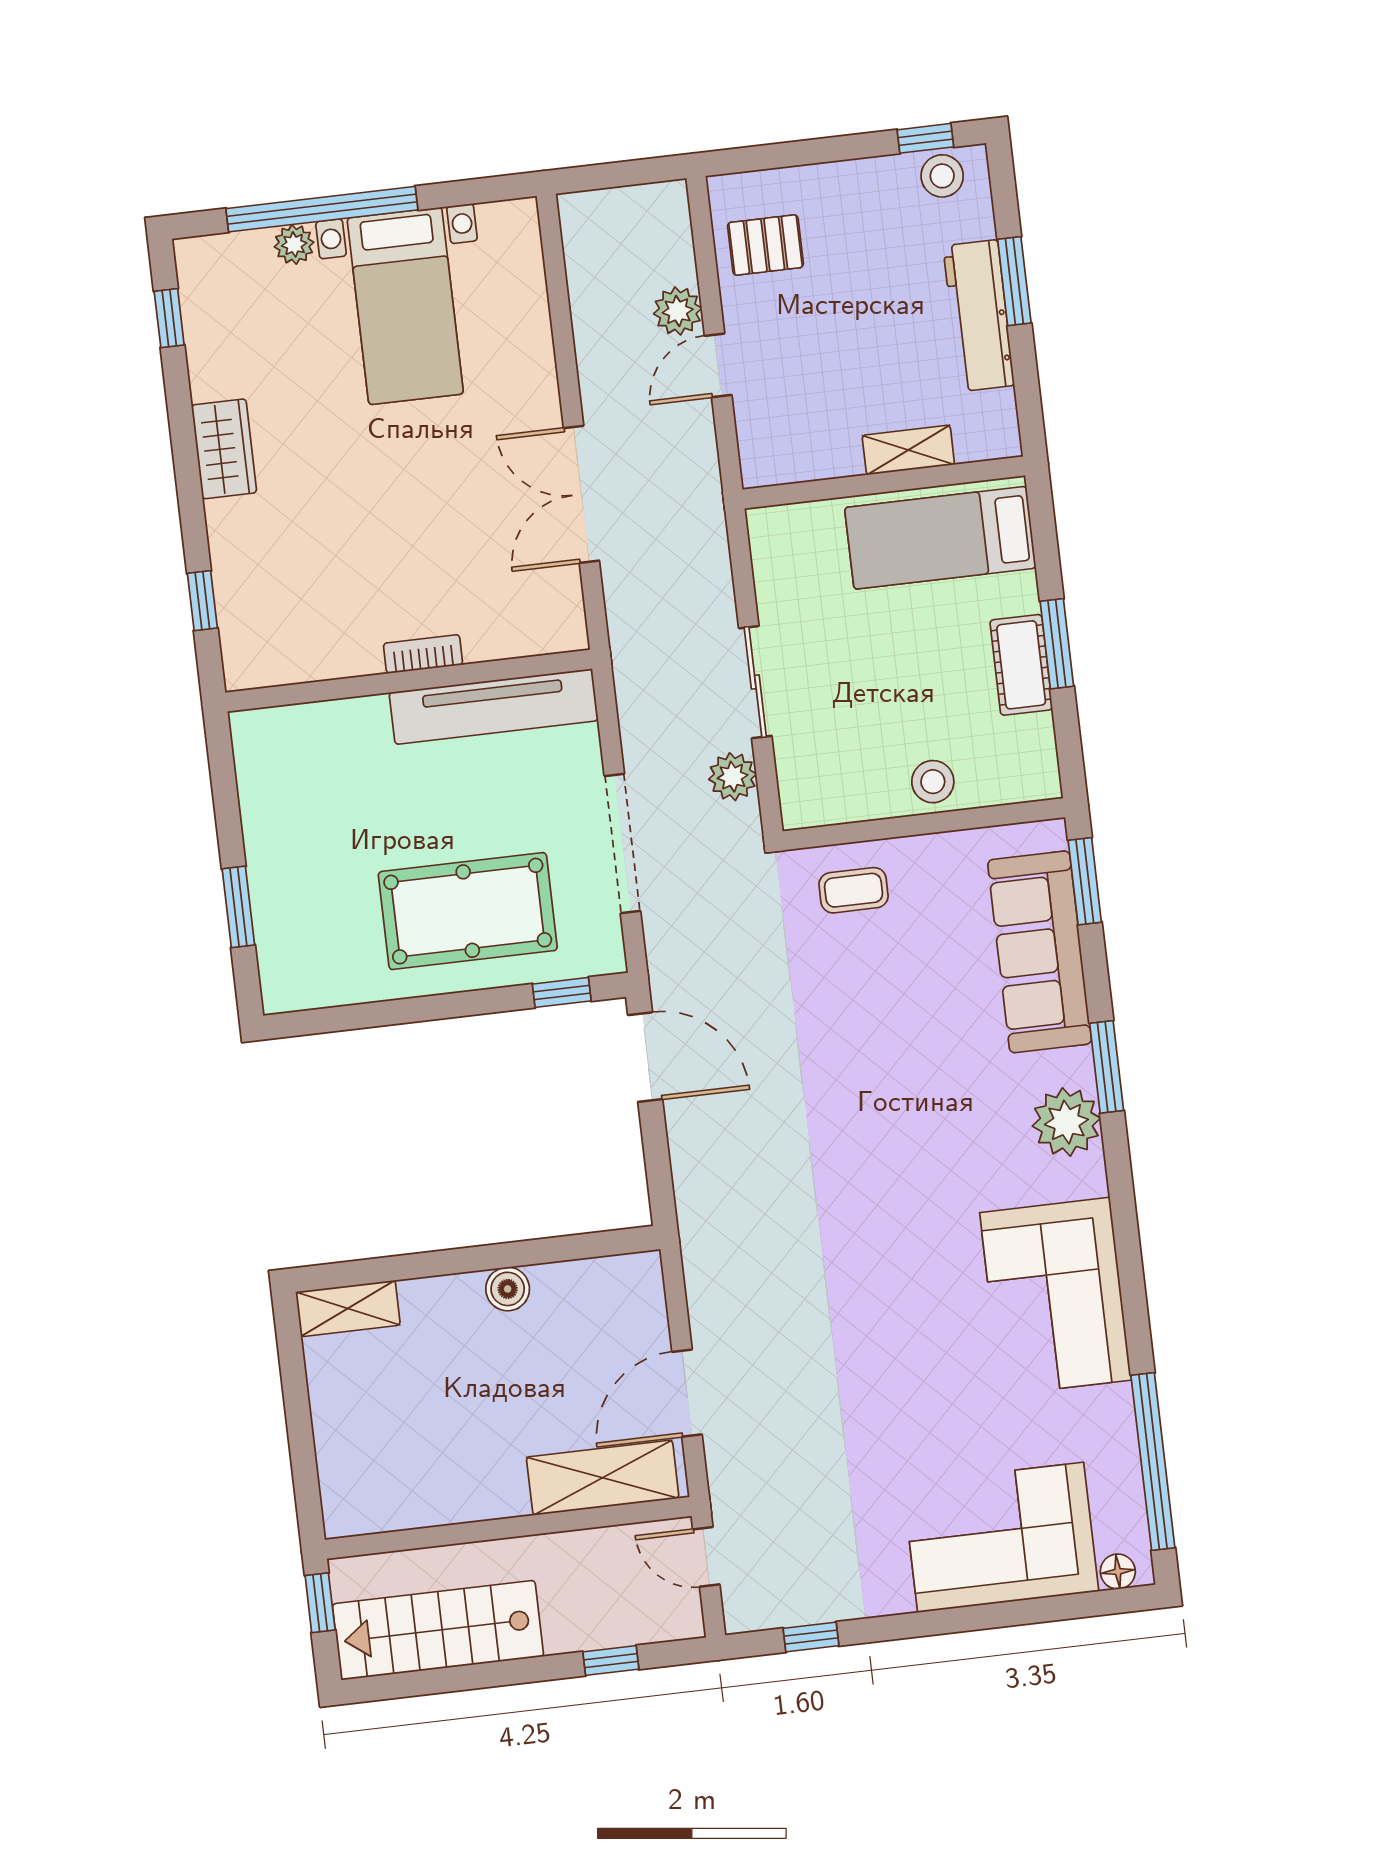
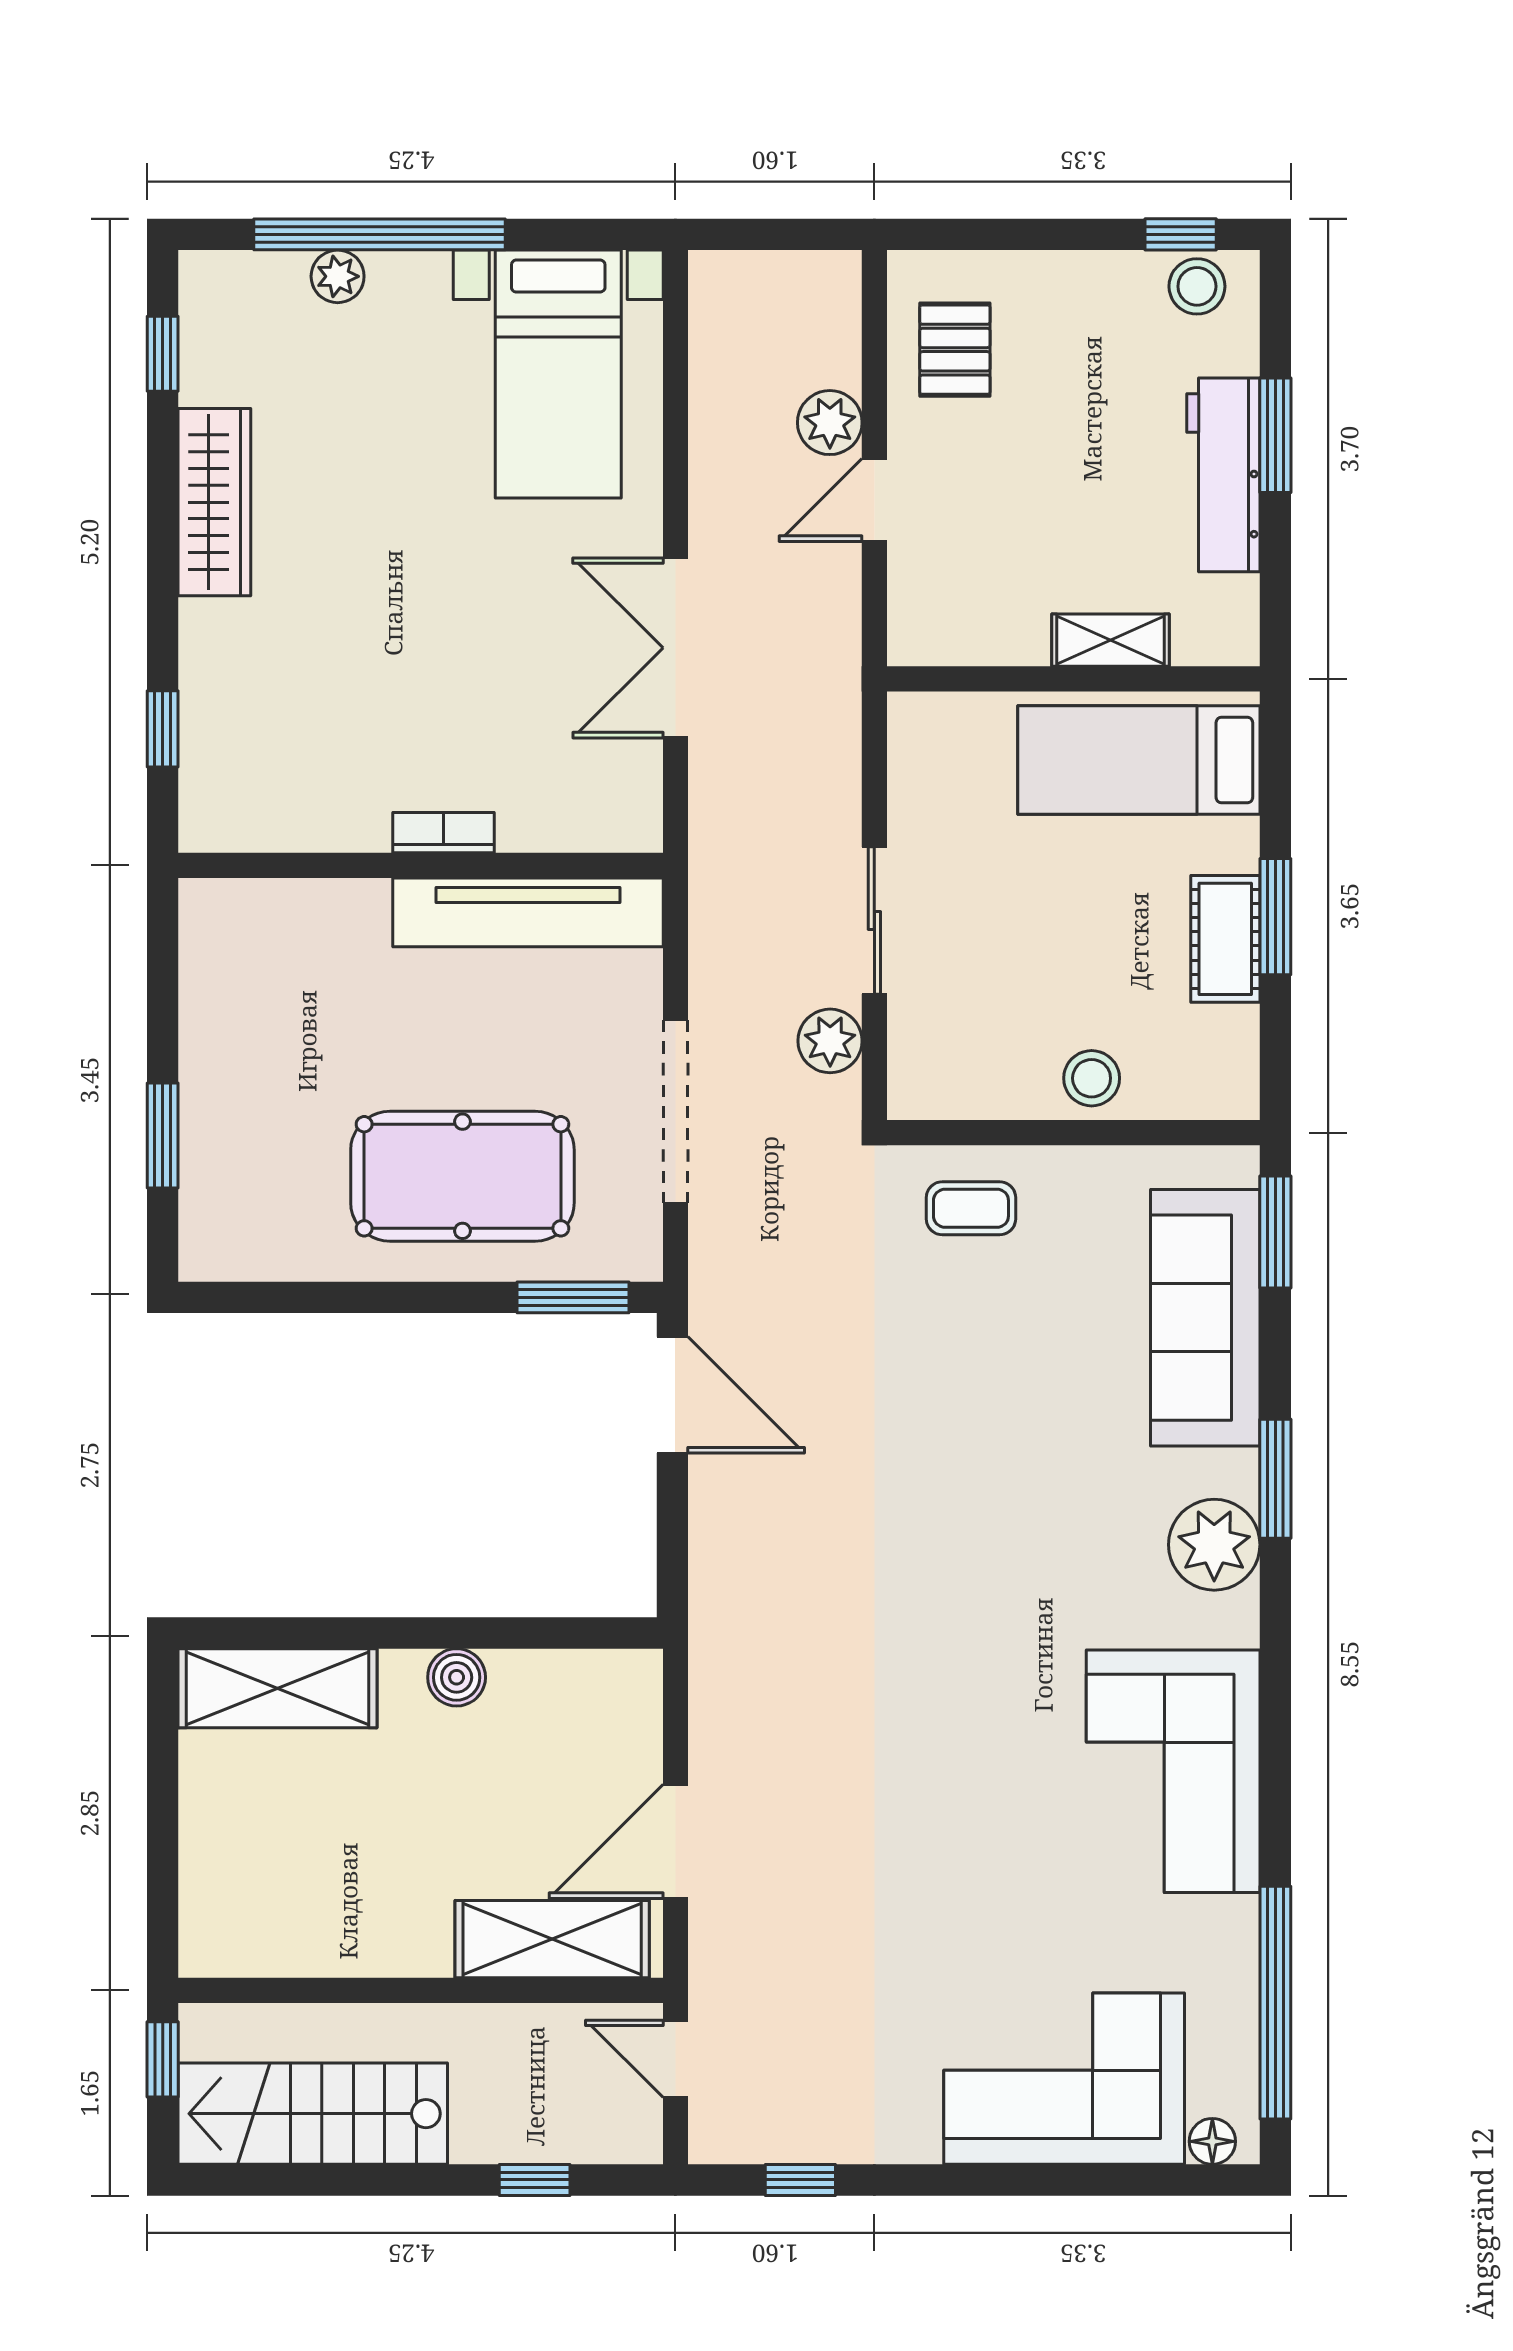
pallet: (765, 245) -> (955, 350), turned 90
bed with nightstands: (405, 306) -> (558, 374), moved
wardrobe: (224, 449) -> (214, 502), width x1.50
window: (562, 992) -> (573, 1297), width x1.50
shelving: (348, 1308) -> (278, 1688), width x1.50, depth x1.33

